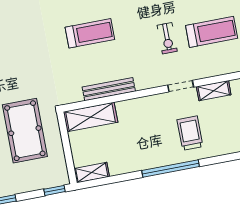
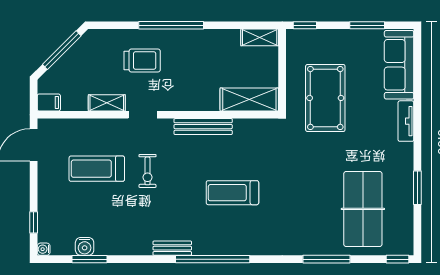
exercise bike: (167, 38) -> (148, 171), turned 180
bench: (109, 89) -> (203, 127), moved
trolley: (190, 133) -> (142, 61), turned -90

